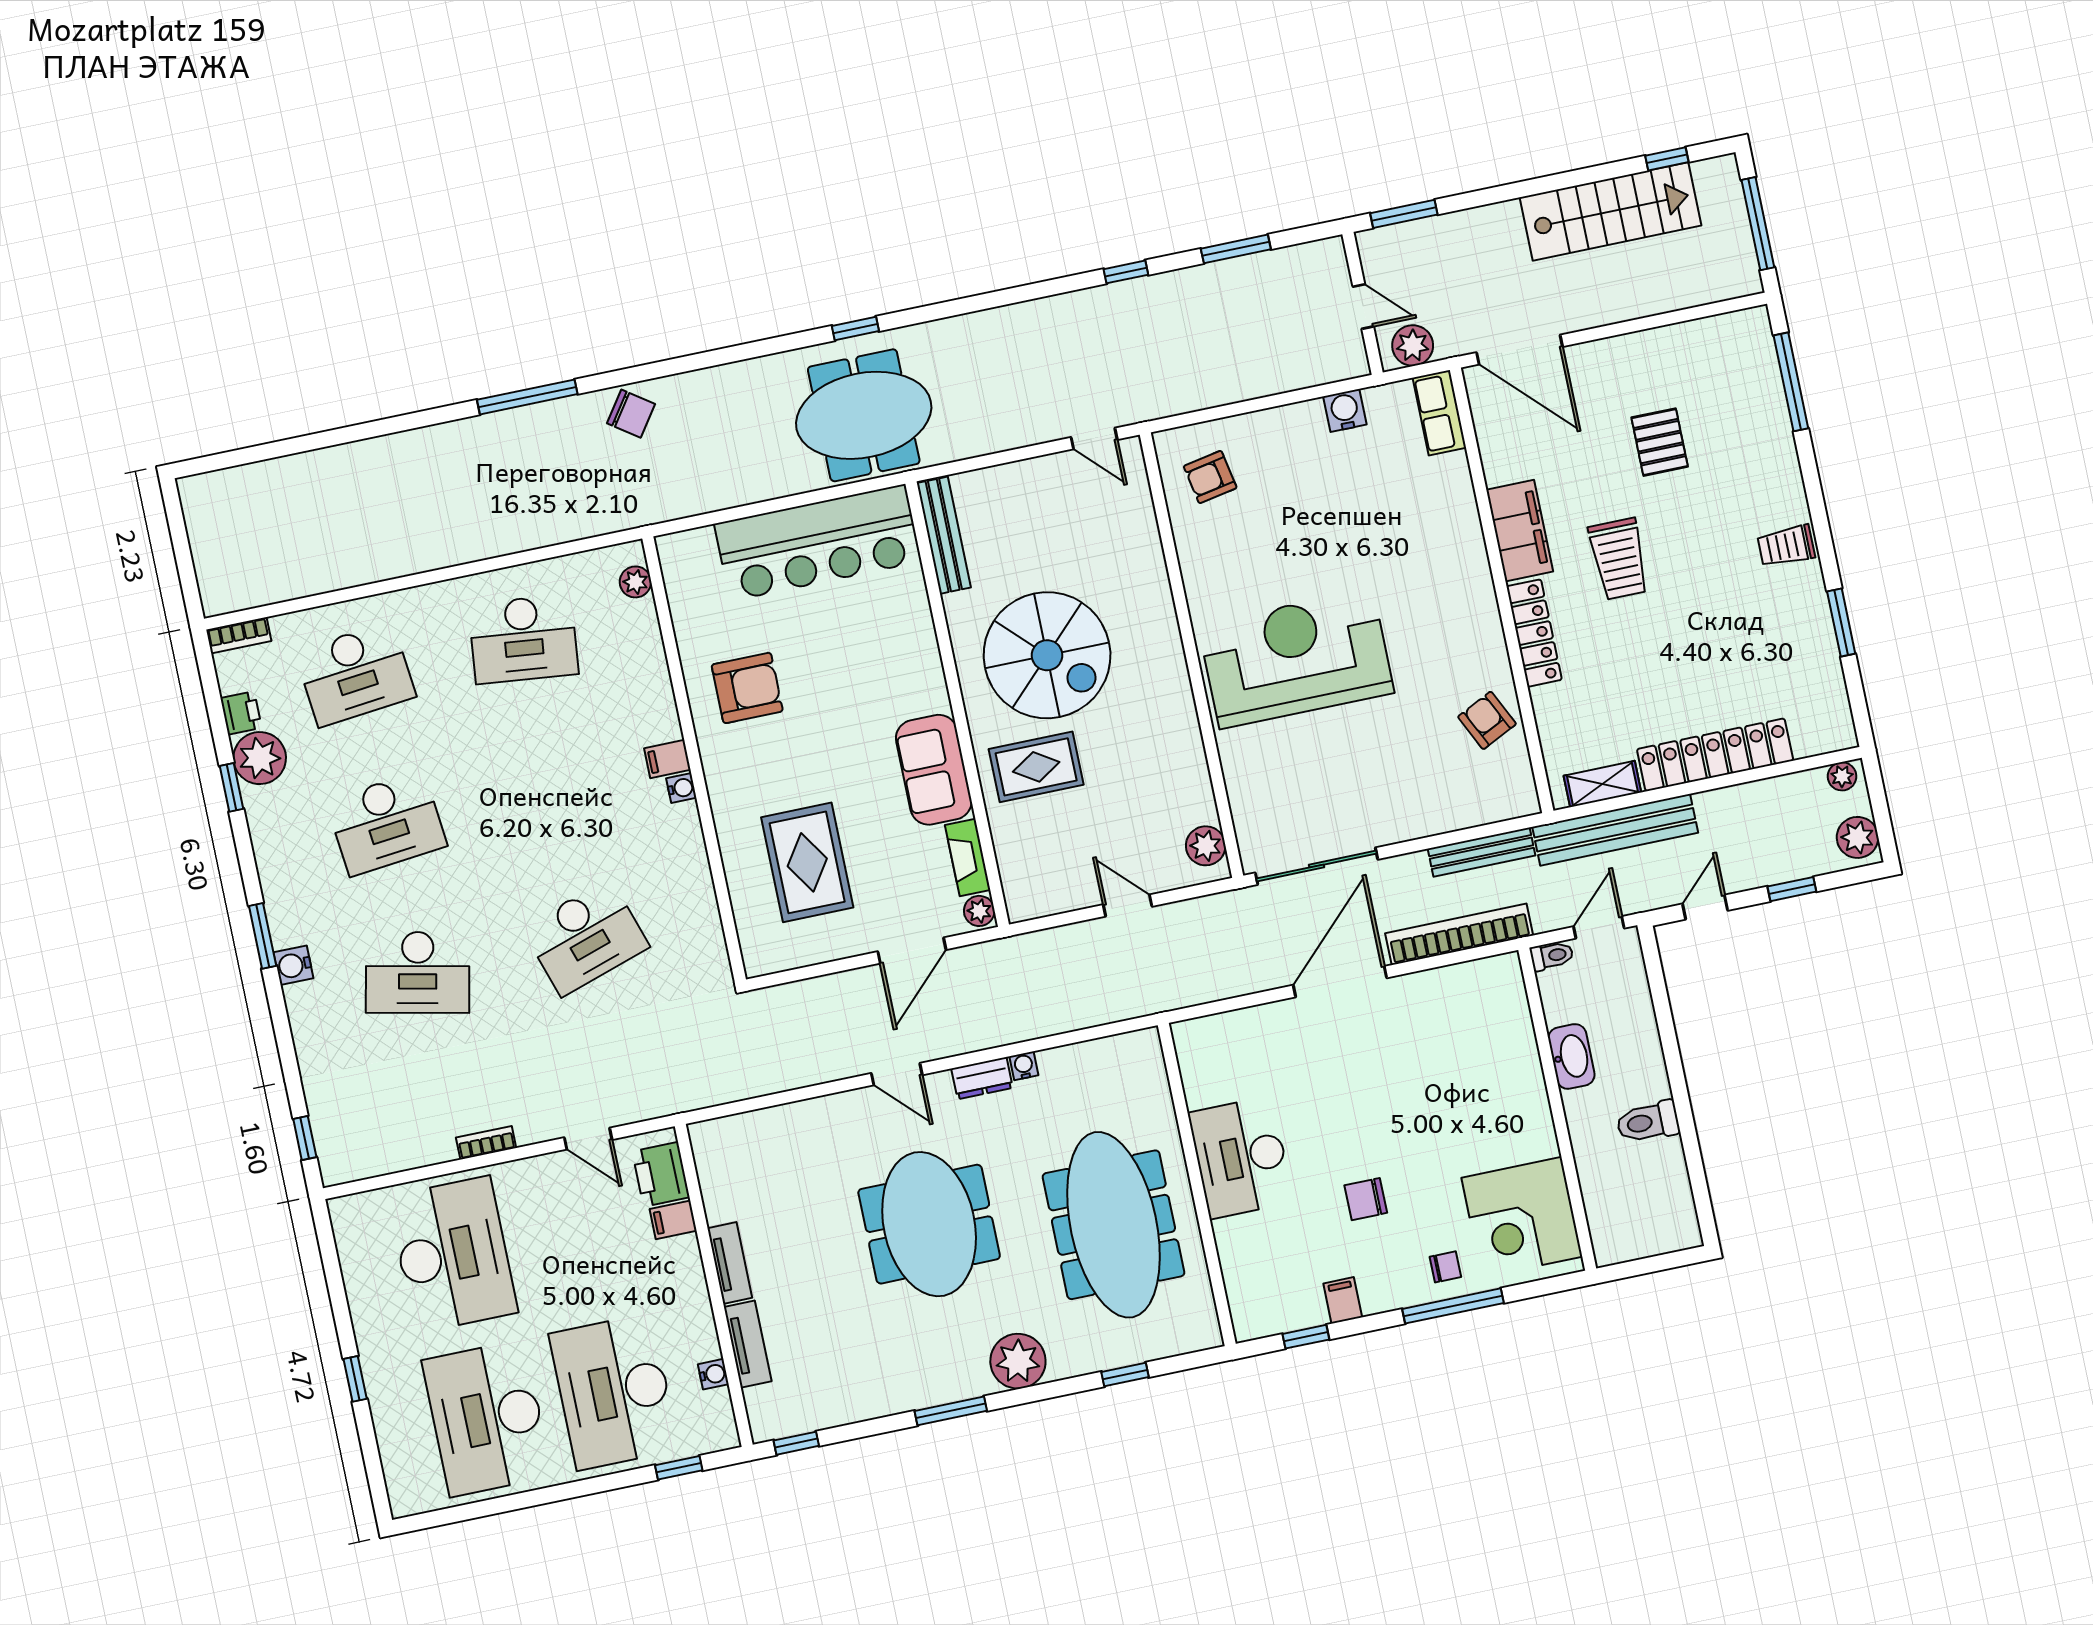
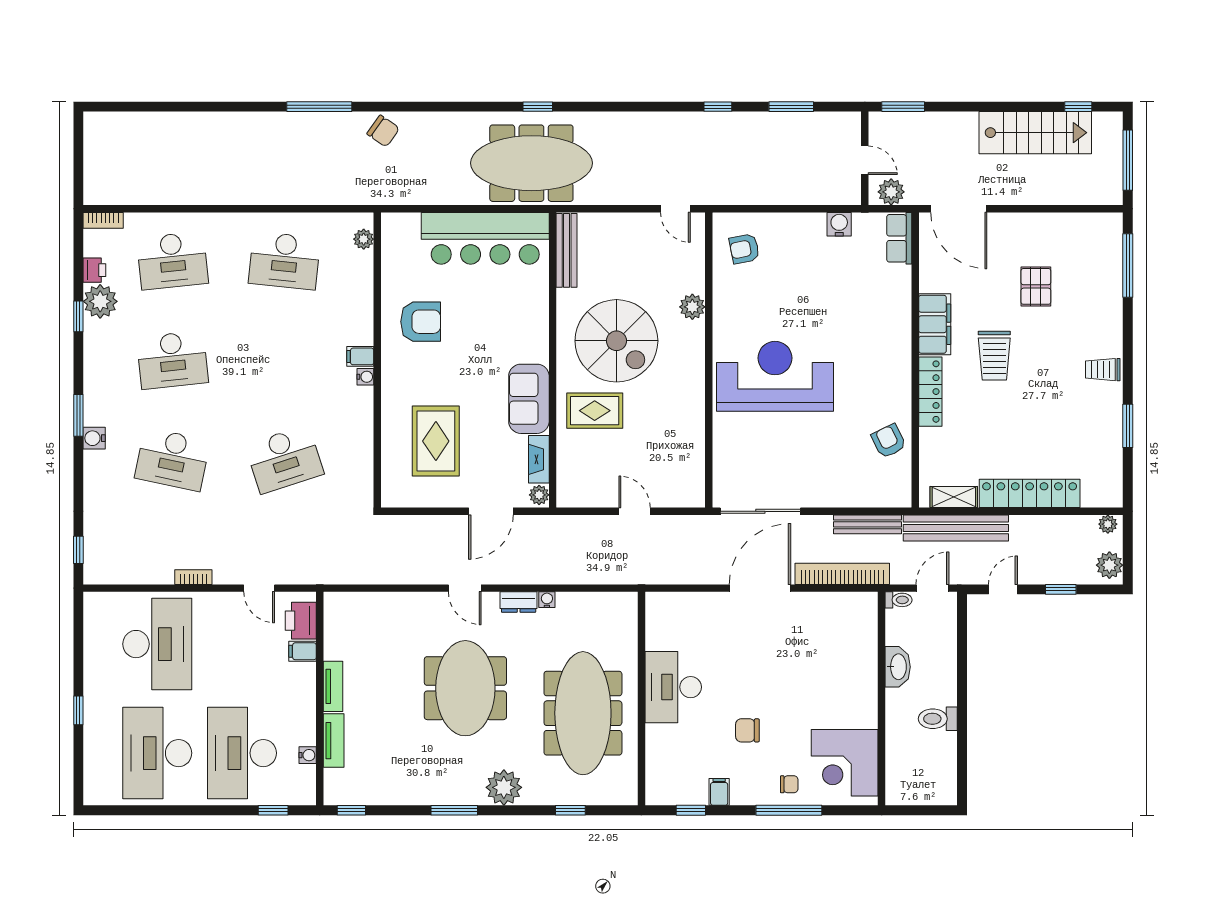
meeting table: (864, 415) -> (531, 163), width x1.36
plant: (1206, 846) -> (692, 307), moved

